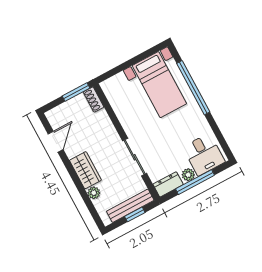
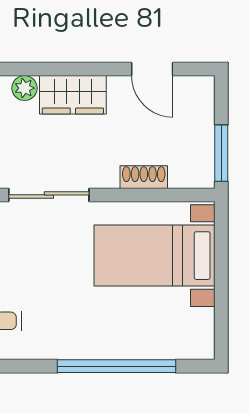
bed with nightstands: (159, 85) -> (154, 256), moved
shoe rack: (93, 100) -> (144, 177), moved

